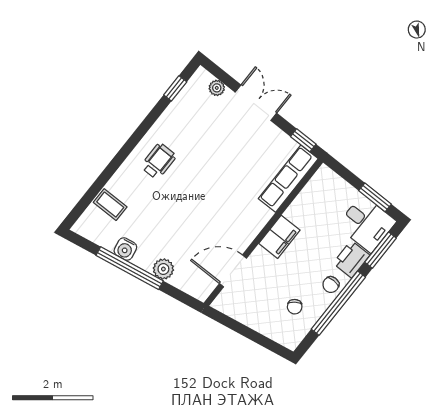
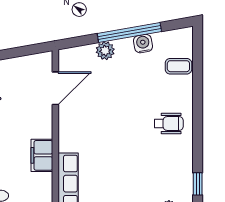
wheelchair: (158, 161) -> (169, 124), turned -90
filing cabinet: (279, 237) -> (42, 155), moved

